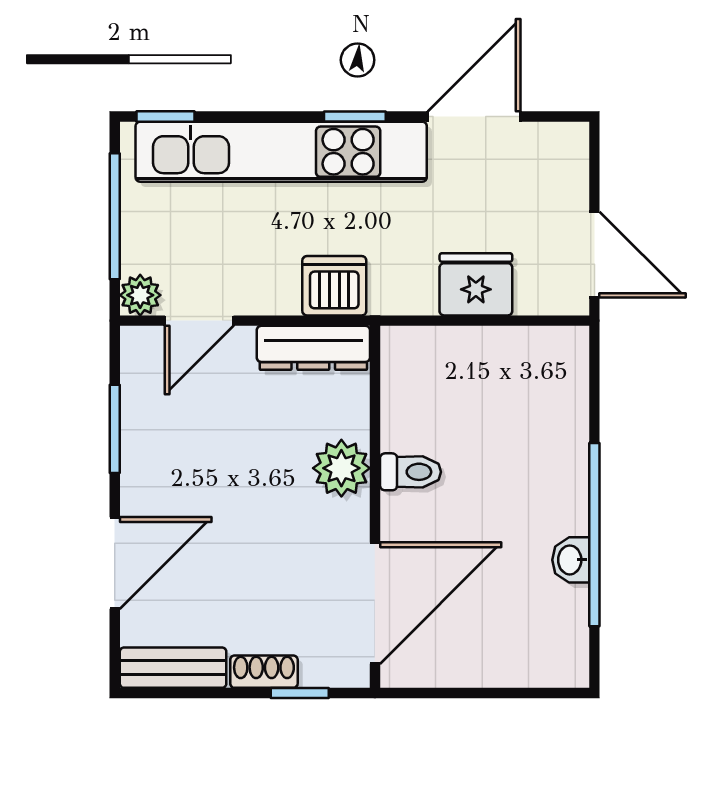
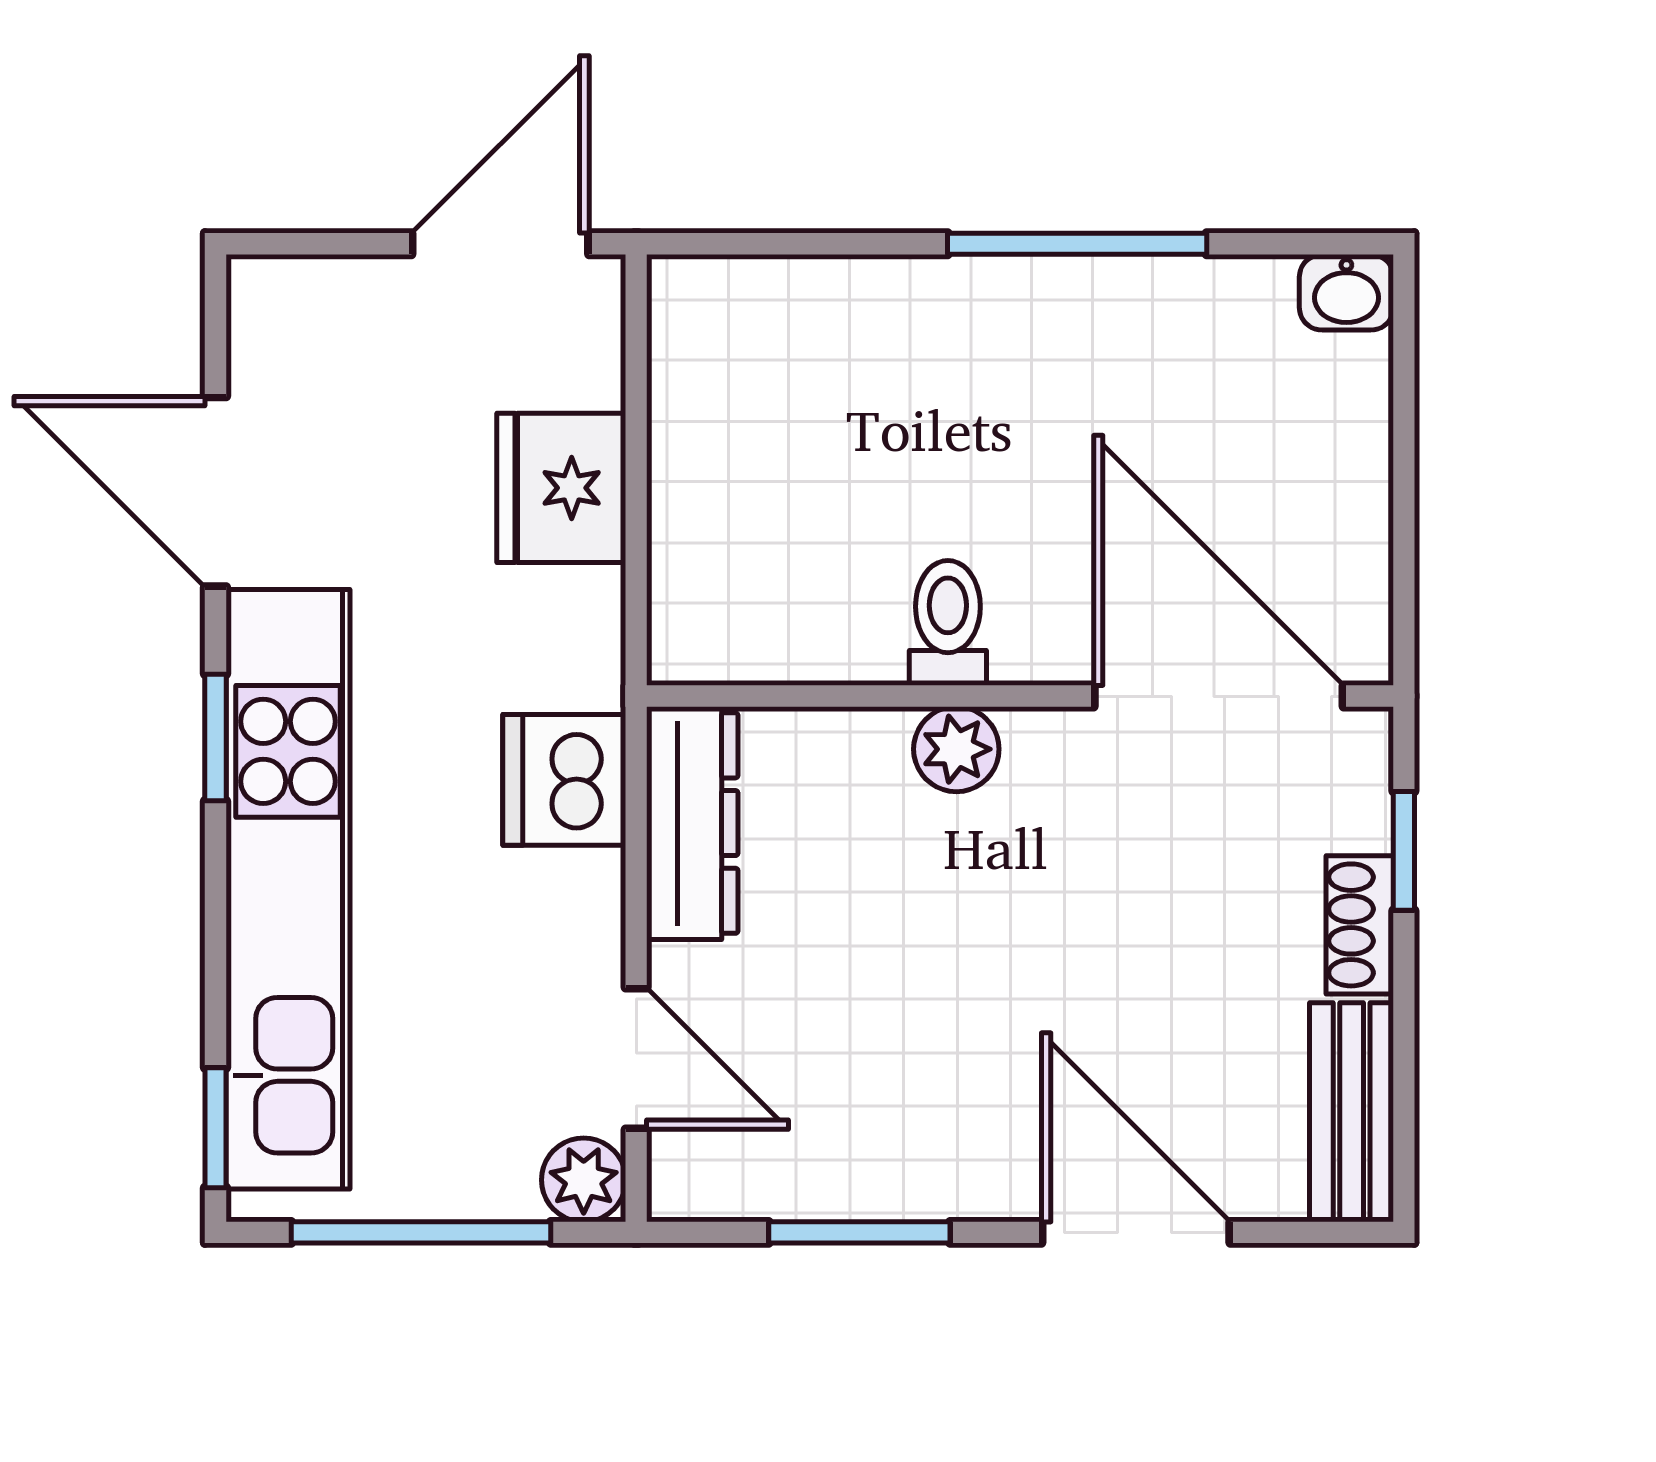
plant: (341, 468) -> (956, 749), width x0.73, depth x0.73
window: (594, 535) -> (1077, 244), width x0.68
washbasin: (571, 560) -> (1346, 292), moved

